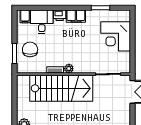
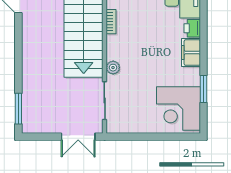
corner desk: (116, 36) -> (178, 108), moved, turned -90
plant: (69, 69) -> (113, 68), moved

